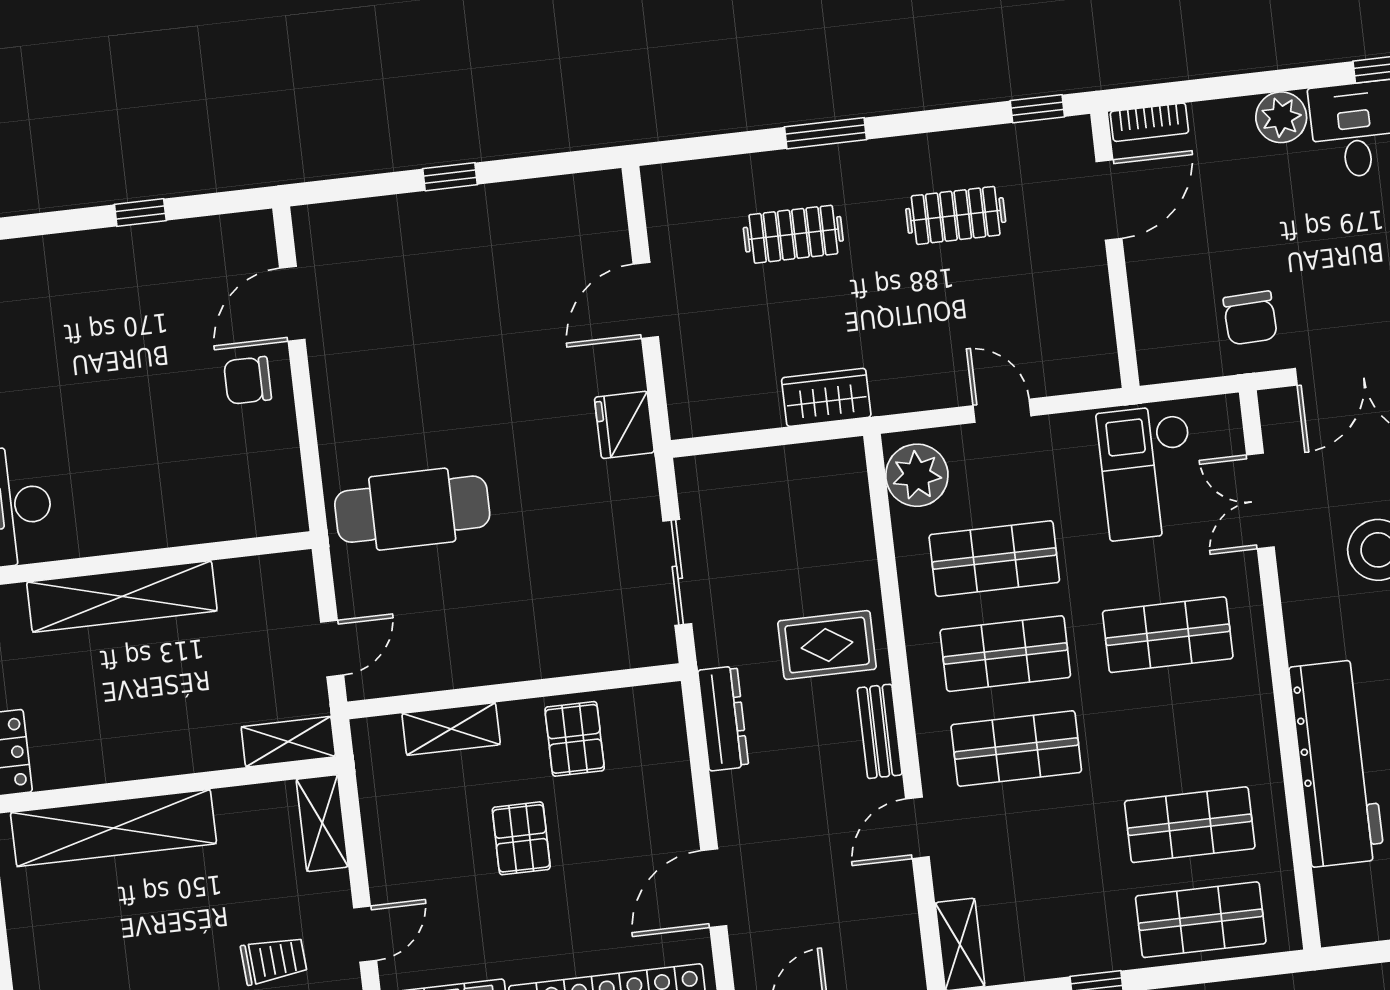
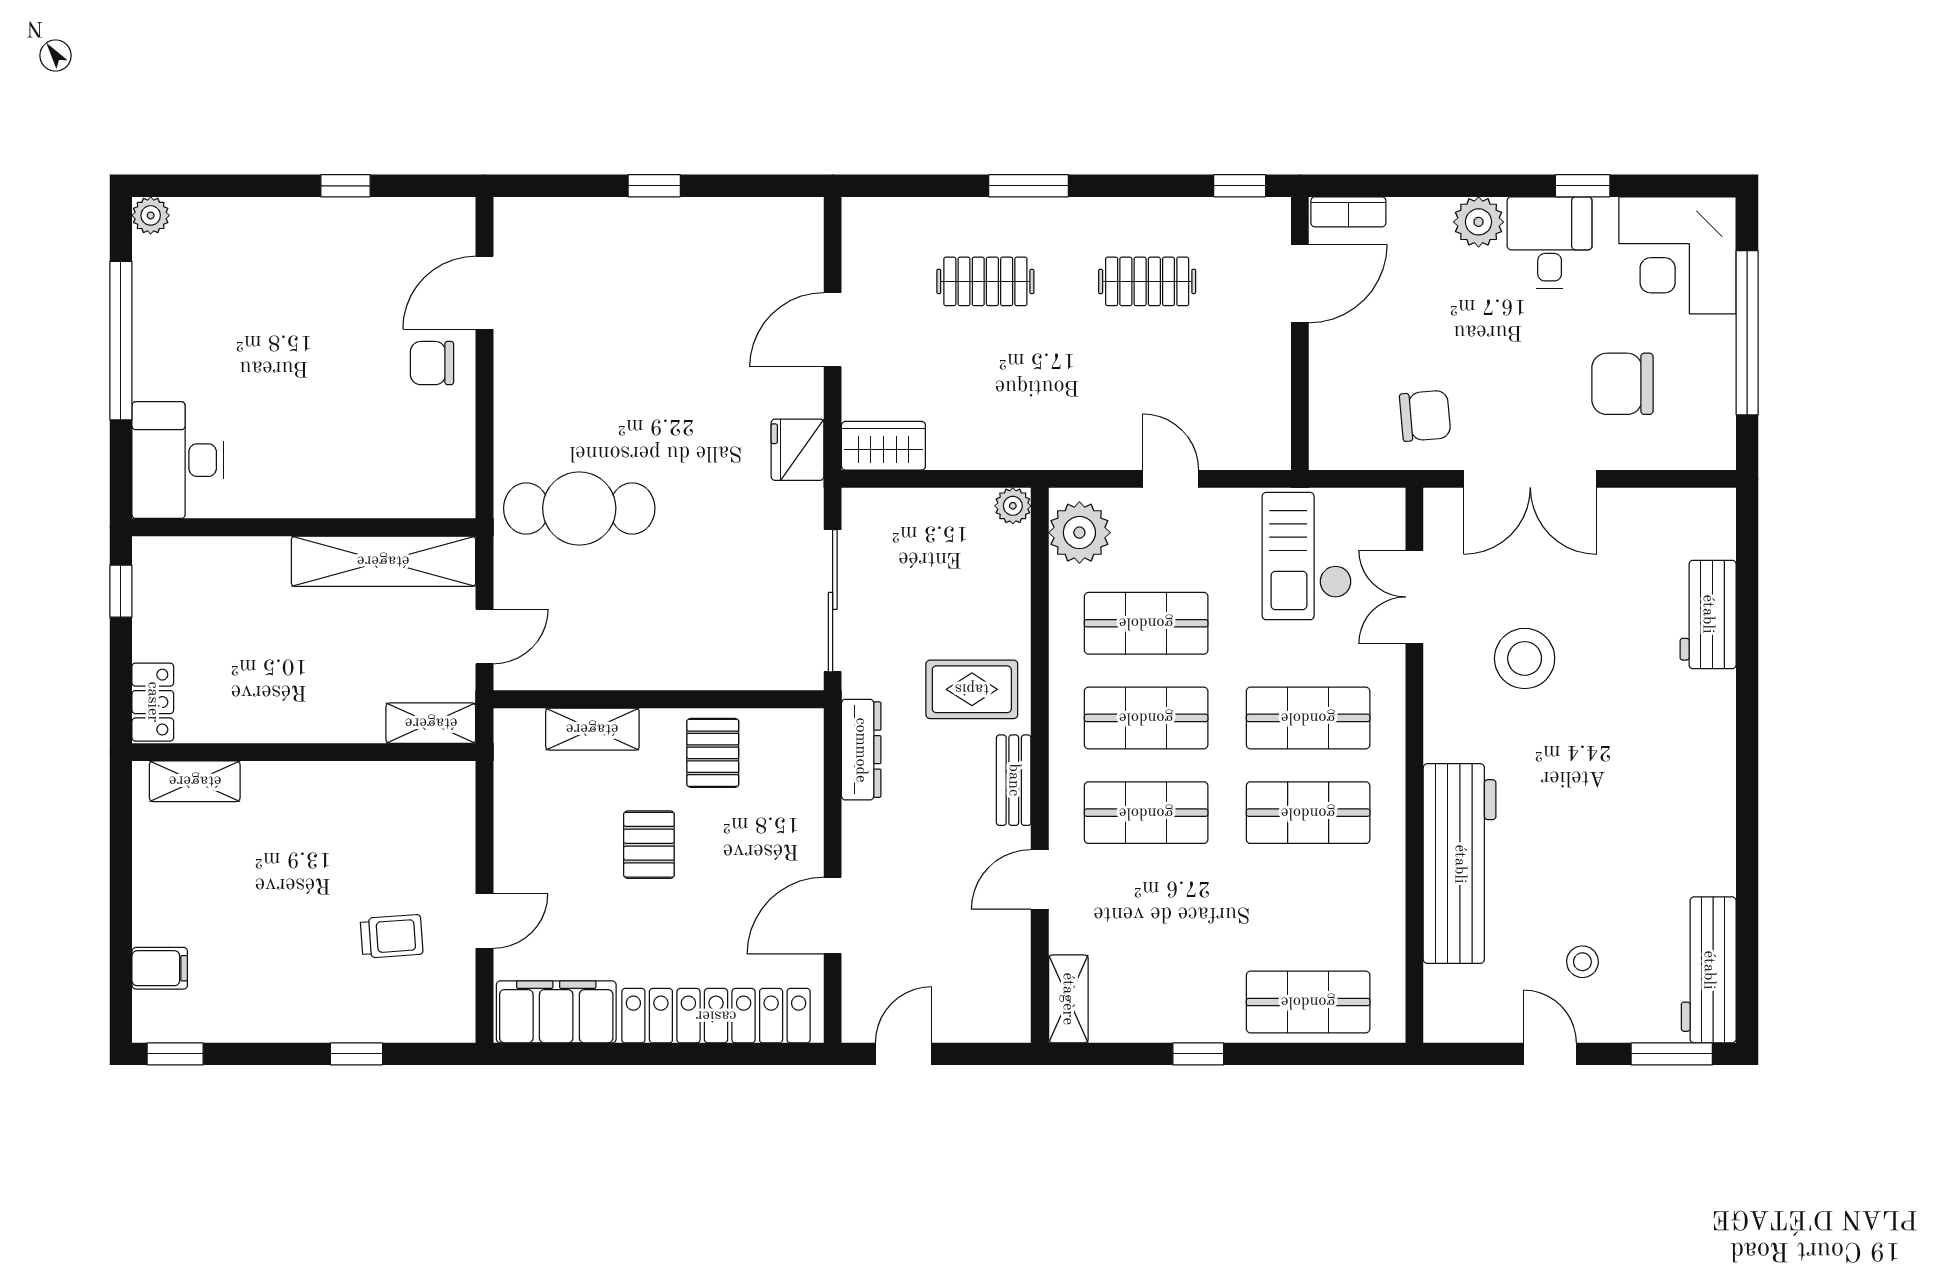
chair: (1250, 318) -> (1425, 416), turned -93
wardrobe: (826, 397) -> (883, 446), moved
plant: (847, 456) -> (1013, 506), added
sliding door: (677, 572) -> (833, 601), width x1.37
shelving: (122, 596) -> (383, 561), moved
shelving: (322, 823) -> (455, 807), removed
shop shelf: (1190, 825) -> (1308, 813), moved
shelving: (113, 828) -> (195, 781), width x0.45, depth x0.75

